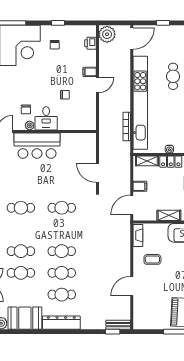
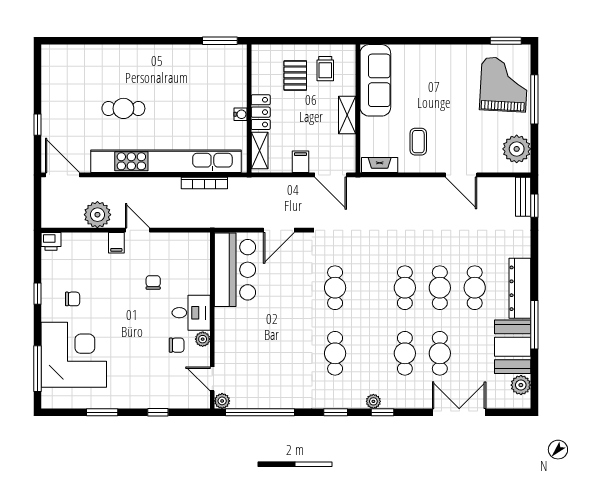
plant: (107, 34) -> (97, 215), moved
printer: (90, 43) -> (51, 241), moved
bar counter: (37, 146) -> (235, 270), moved
plant: (148, 321) -> (517, 149), added
window: (39, 332) -> (534, 325), added

